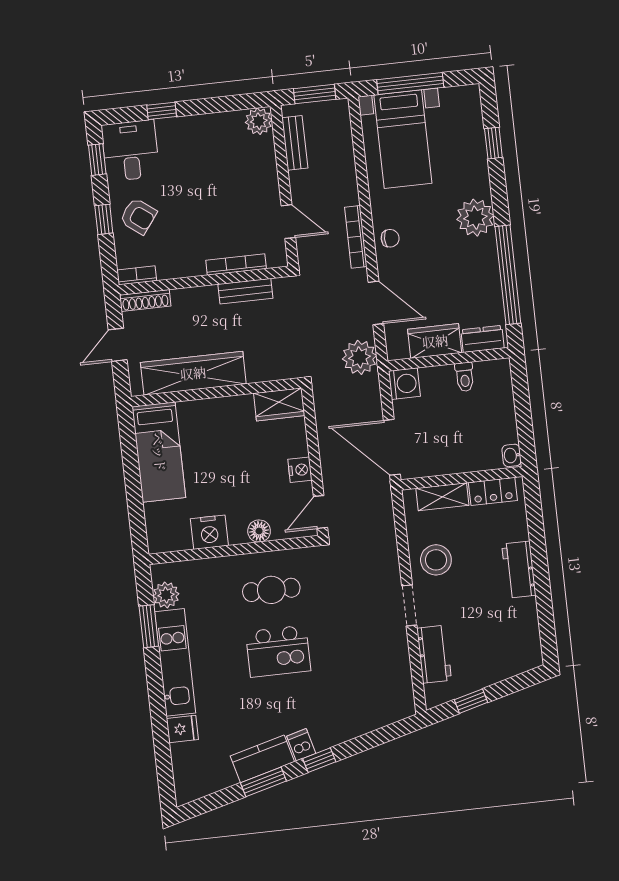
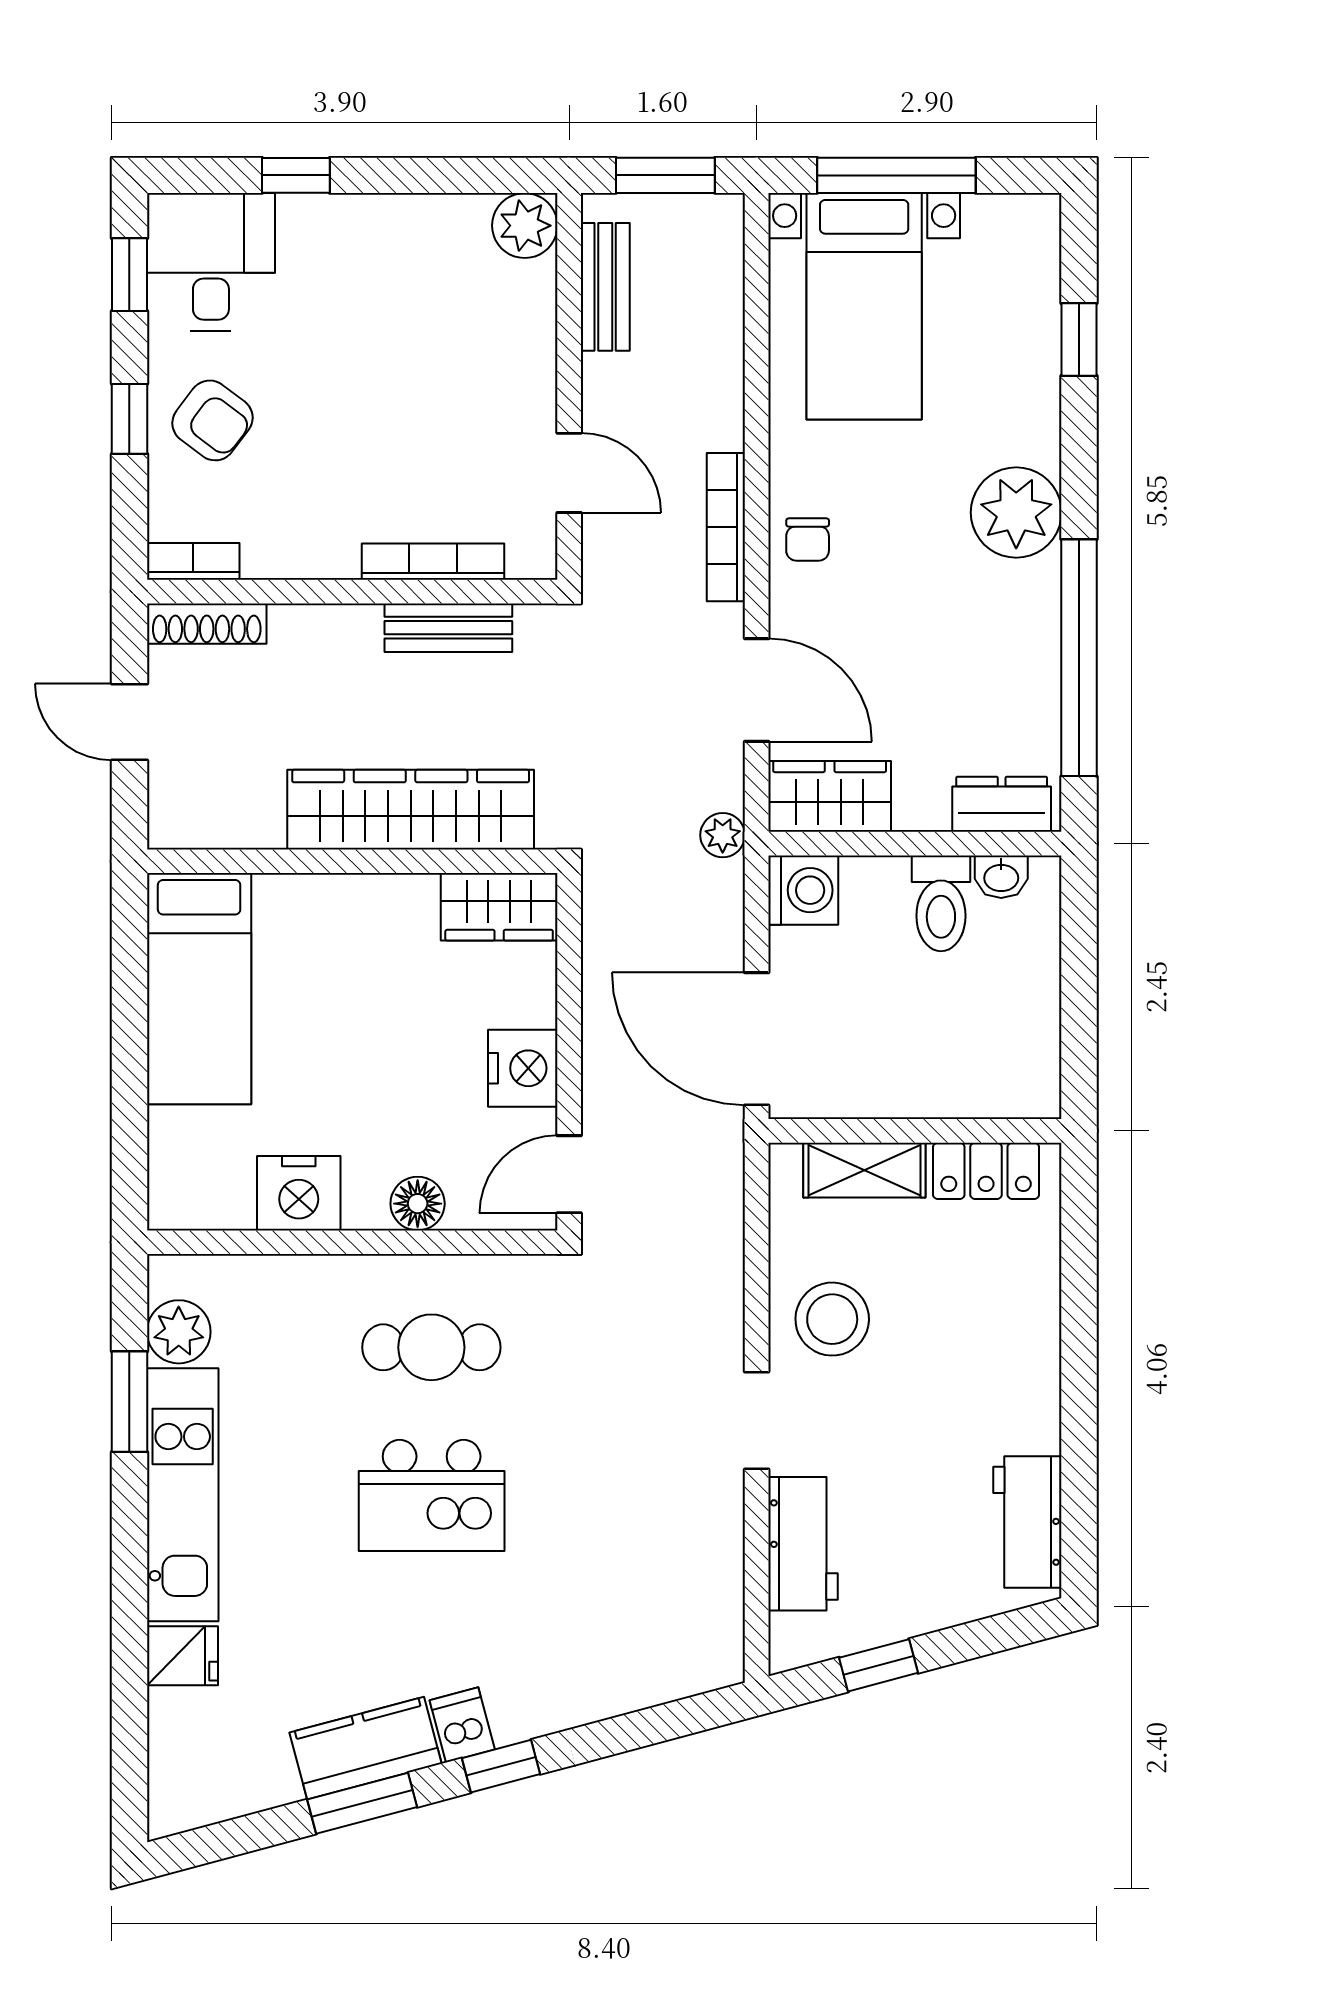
chair: (390, 238) -> (808, 540), turned 90
wardrobe: (435, 341) -> (830, 796), moved
door: (118, 345) -> (129, 722), hinge flipped
plant: (360, 357) -> (723, 835), width x0.53, depth x0.53
wardrobe: (193, 373) -> (411, 810), moved
toilet: (465, 377) -> (941, 903), width x1.37, depth x1.39
washbasin: (512, 455) -> (1001, 877), moved, turned -90
nightstand: (300, 470) -> (523, 1068), width x1.36, depth x1.33
workbench: (519, 570) -> (1027, 1522), moved

